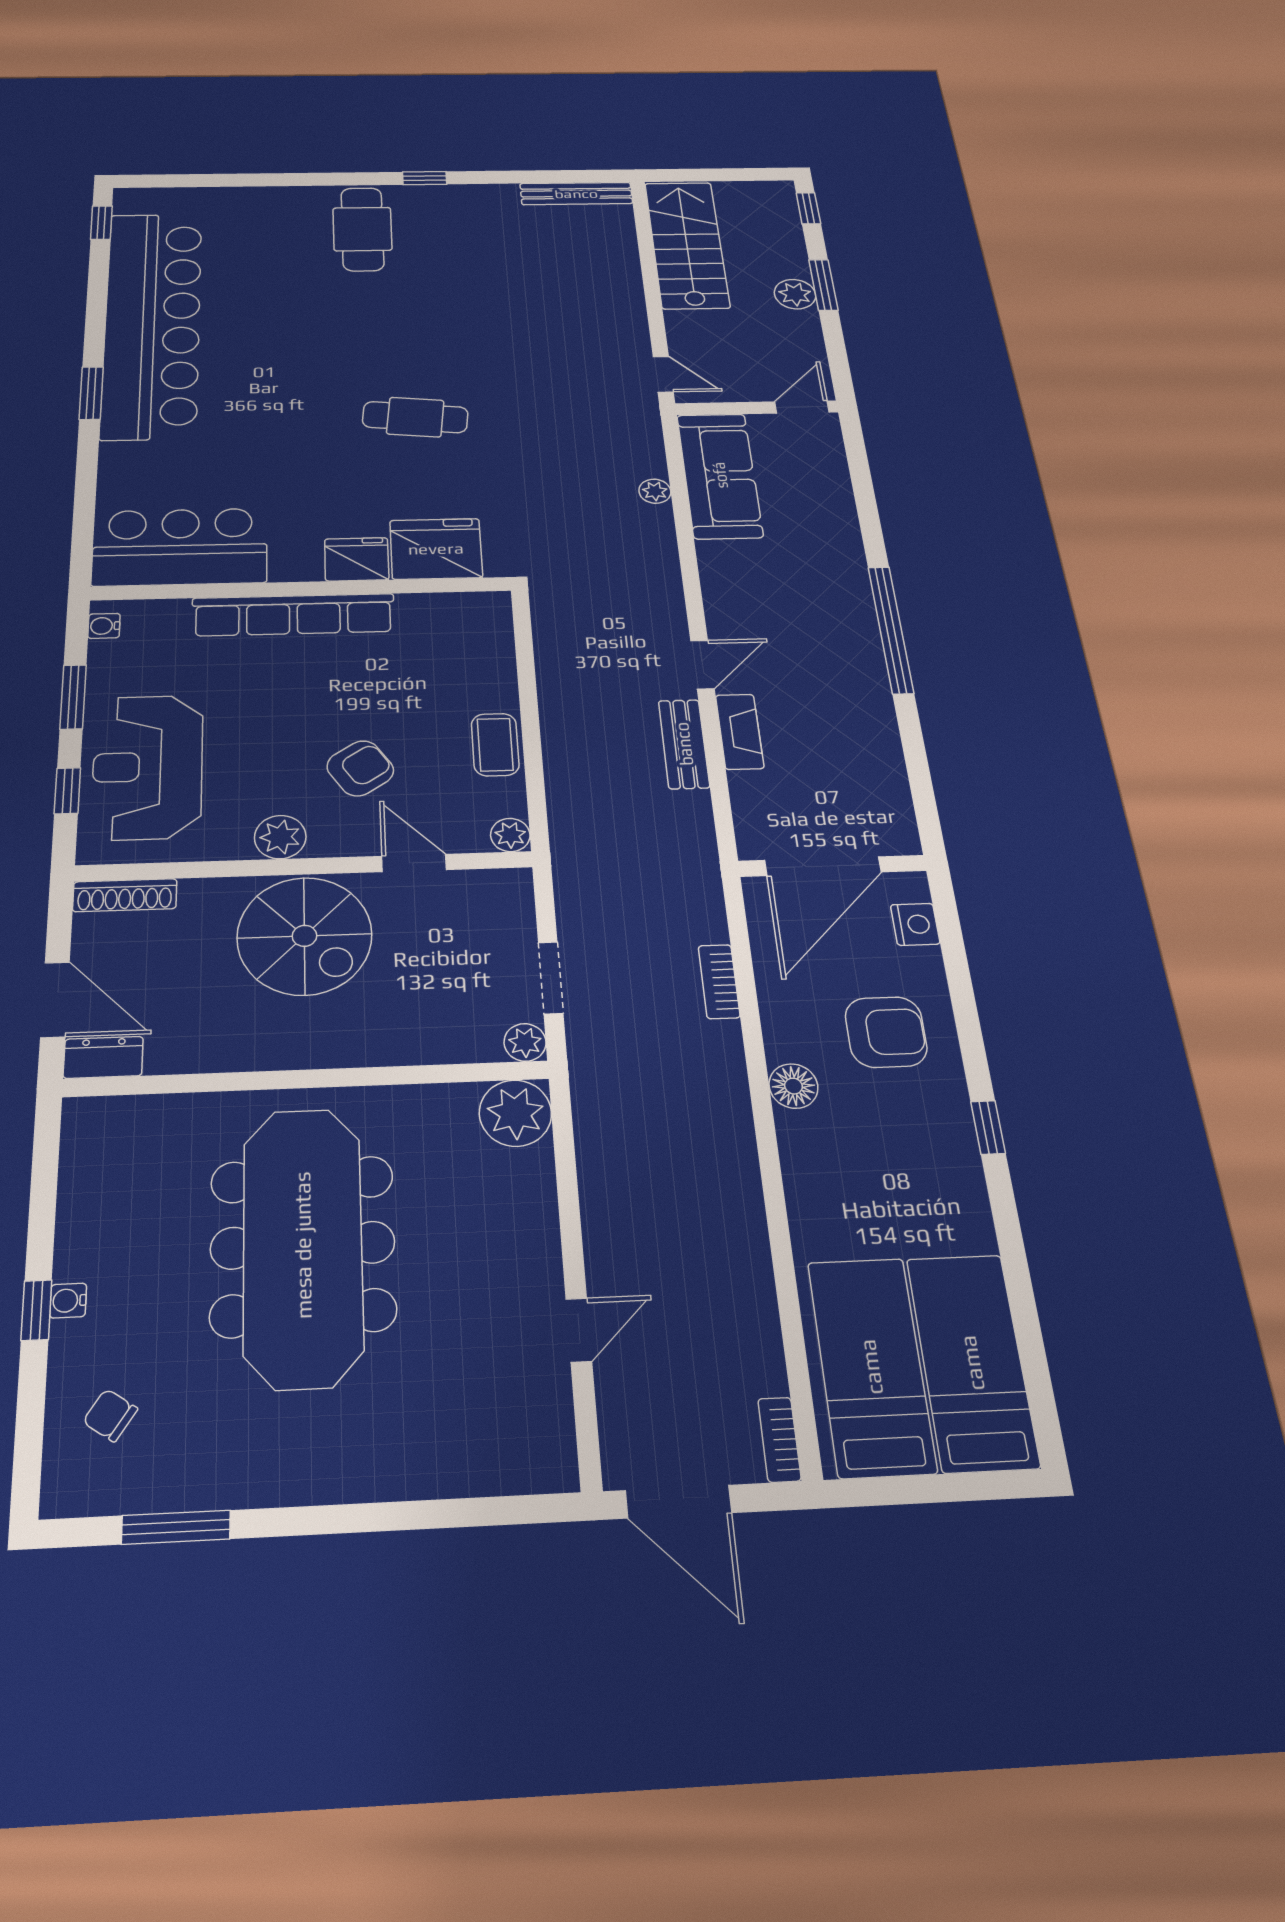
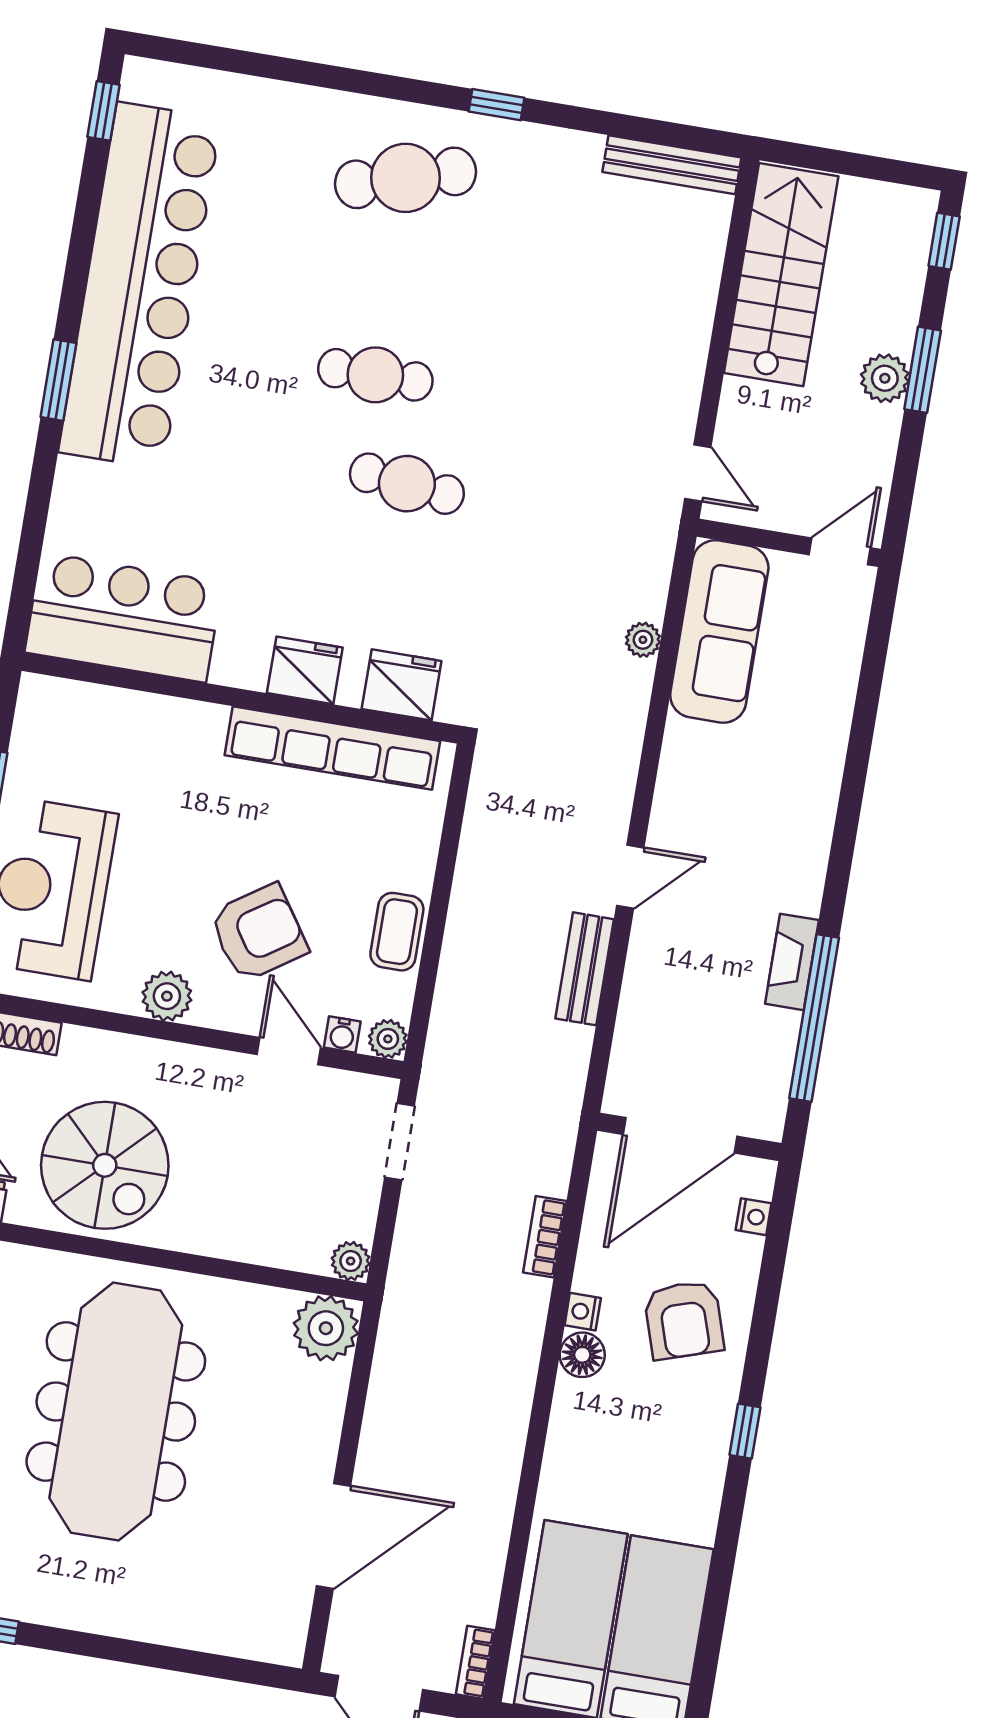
cafe table: (362, 229) -> (405, 178), turned 73
cafe table: (369, 351) -> (375, 375), added
fridge: (436, 549) -> (402, 685), width x0.73, depth x0.75
row of seats: (293, 615) -> (332, 748), moved
water cooler: (104, 626) -> (342, 1035), moved, turned -90
window: (891, 629) -> (814, 1018), moved
fireplace: (740, 732) -> (792, 962), moved, turned 180
armchair: (360, 768) -> (258, 933), width x1.38, depth x1.38
nightstand: (915, 924) -> (754, 1217), width x0.72, depth x0.74
spiral stairs: (304, 936) -> (105, 1165), moved
doorway: (551, 978) -> (399, 1142), moved
armchair: (886, 1032) -> (684, 1320), turned 72
nightstand: (780, 1044) -> (583, 1312), added
door: (579, 1330) -> (334, 1536), width x1.88

